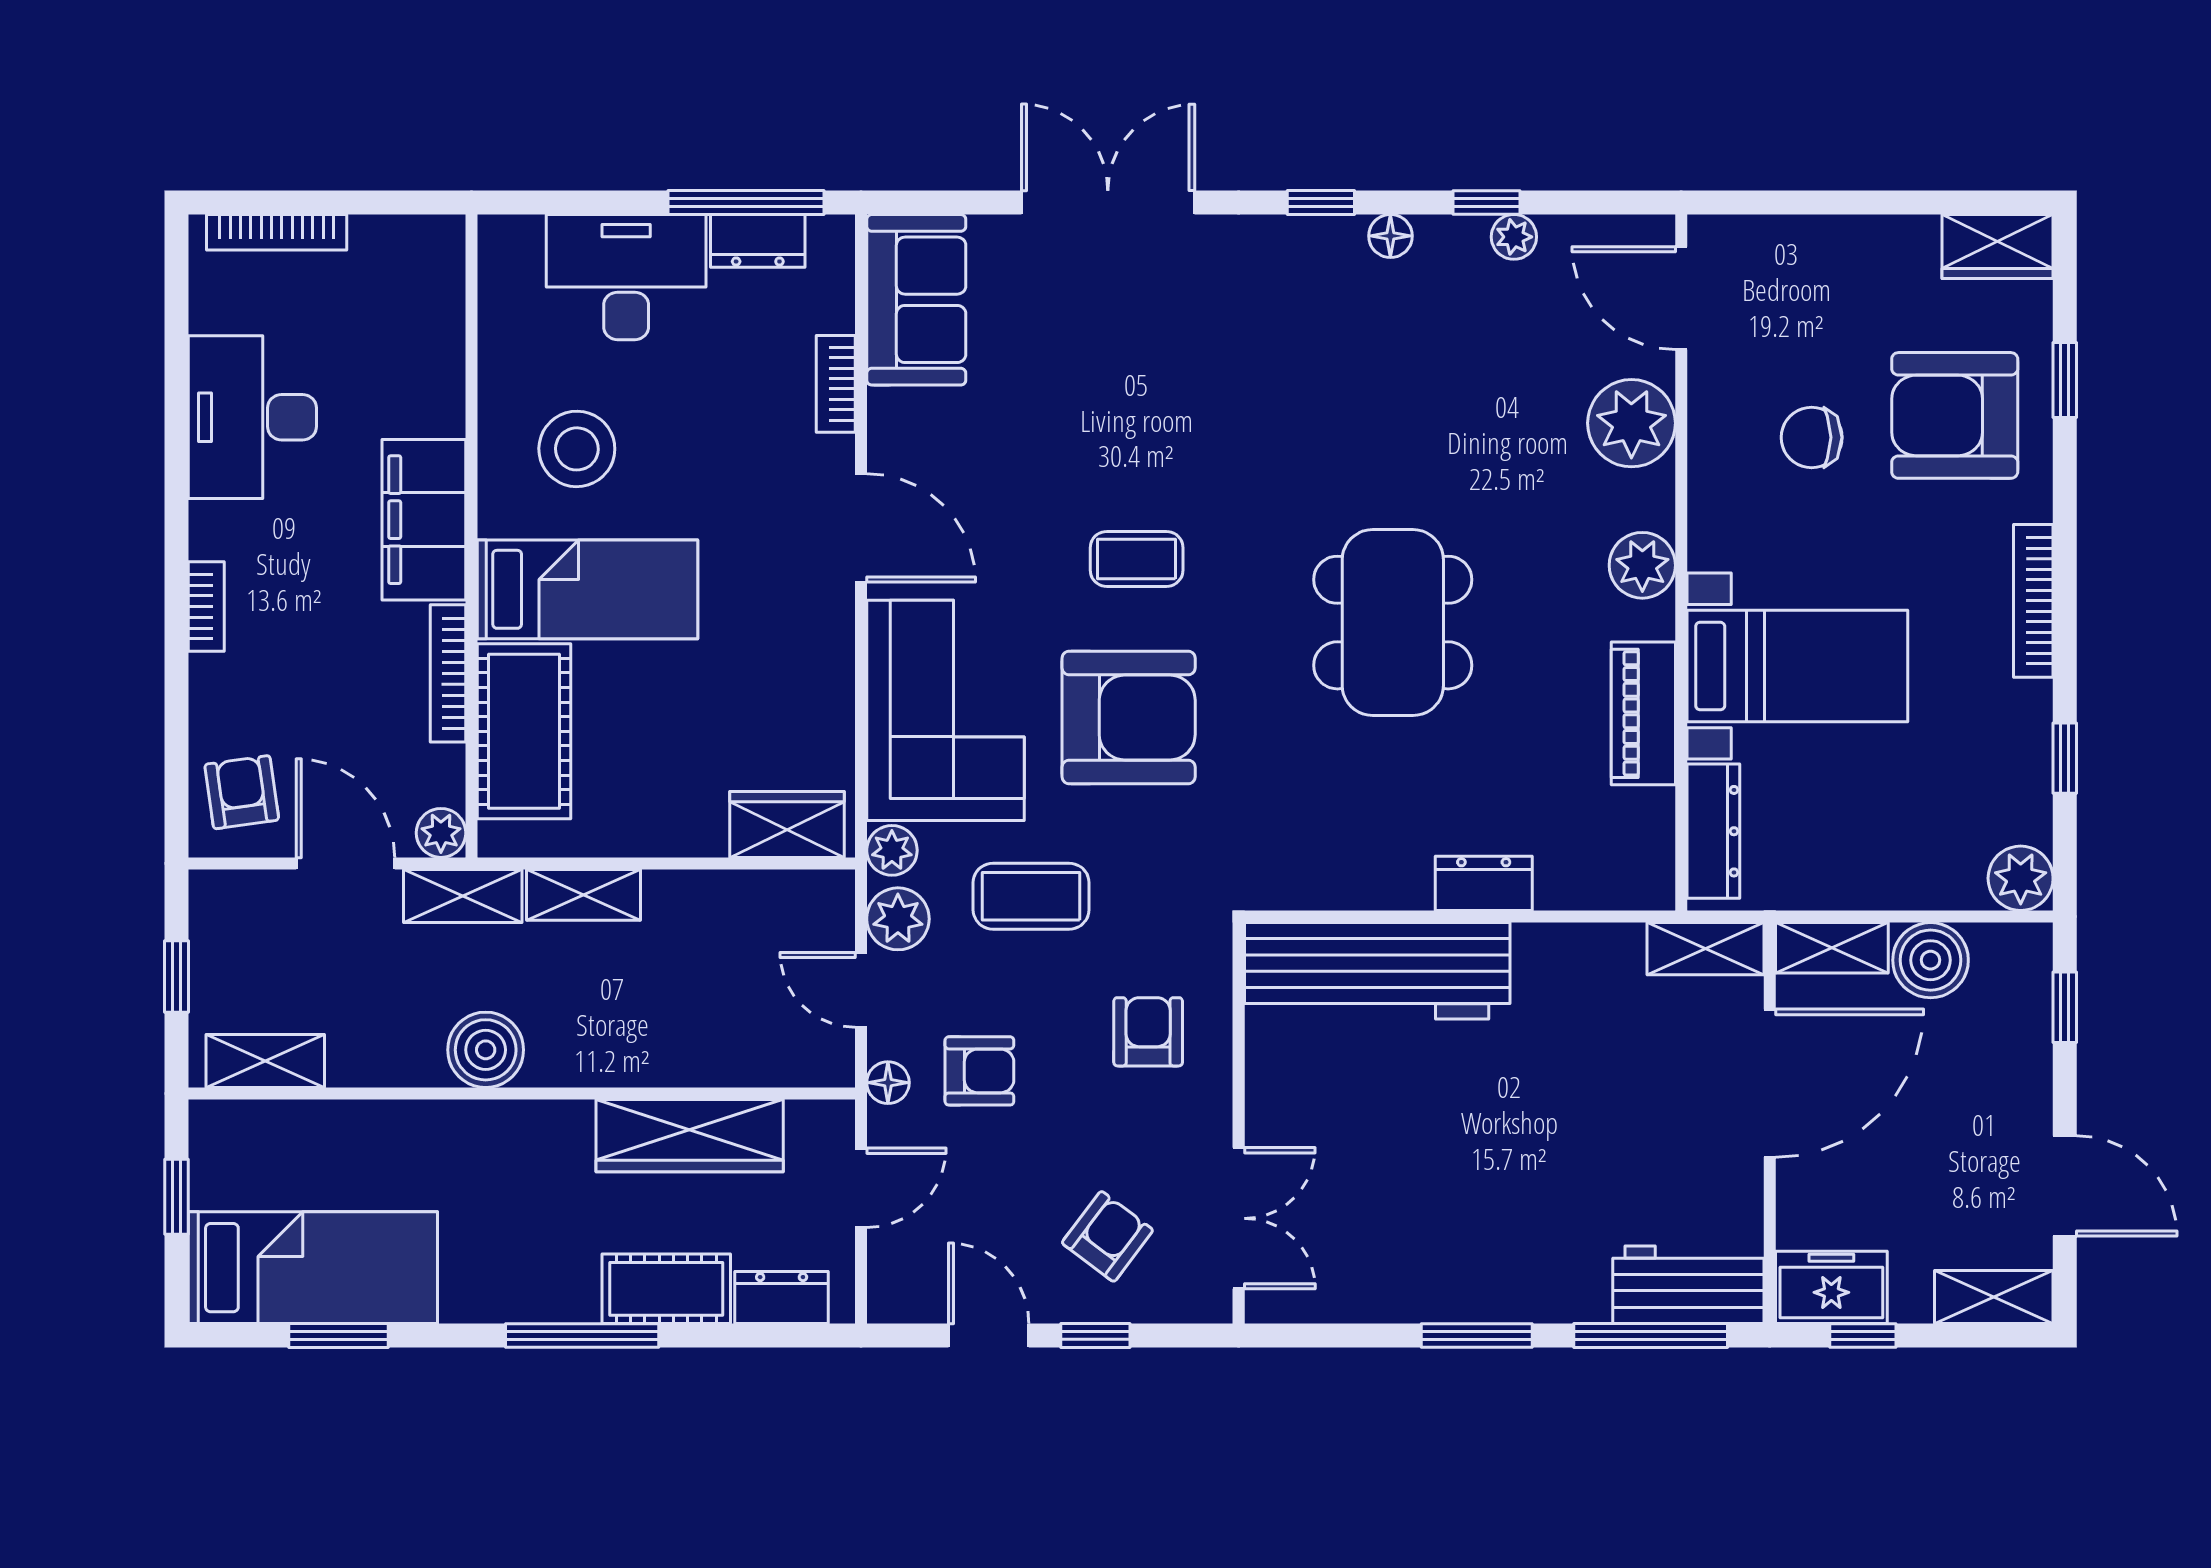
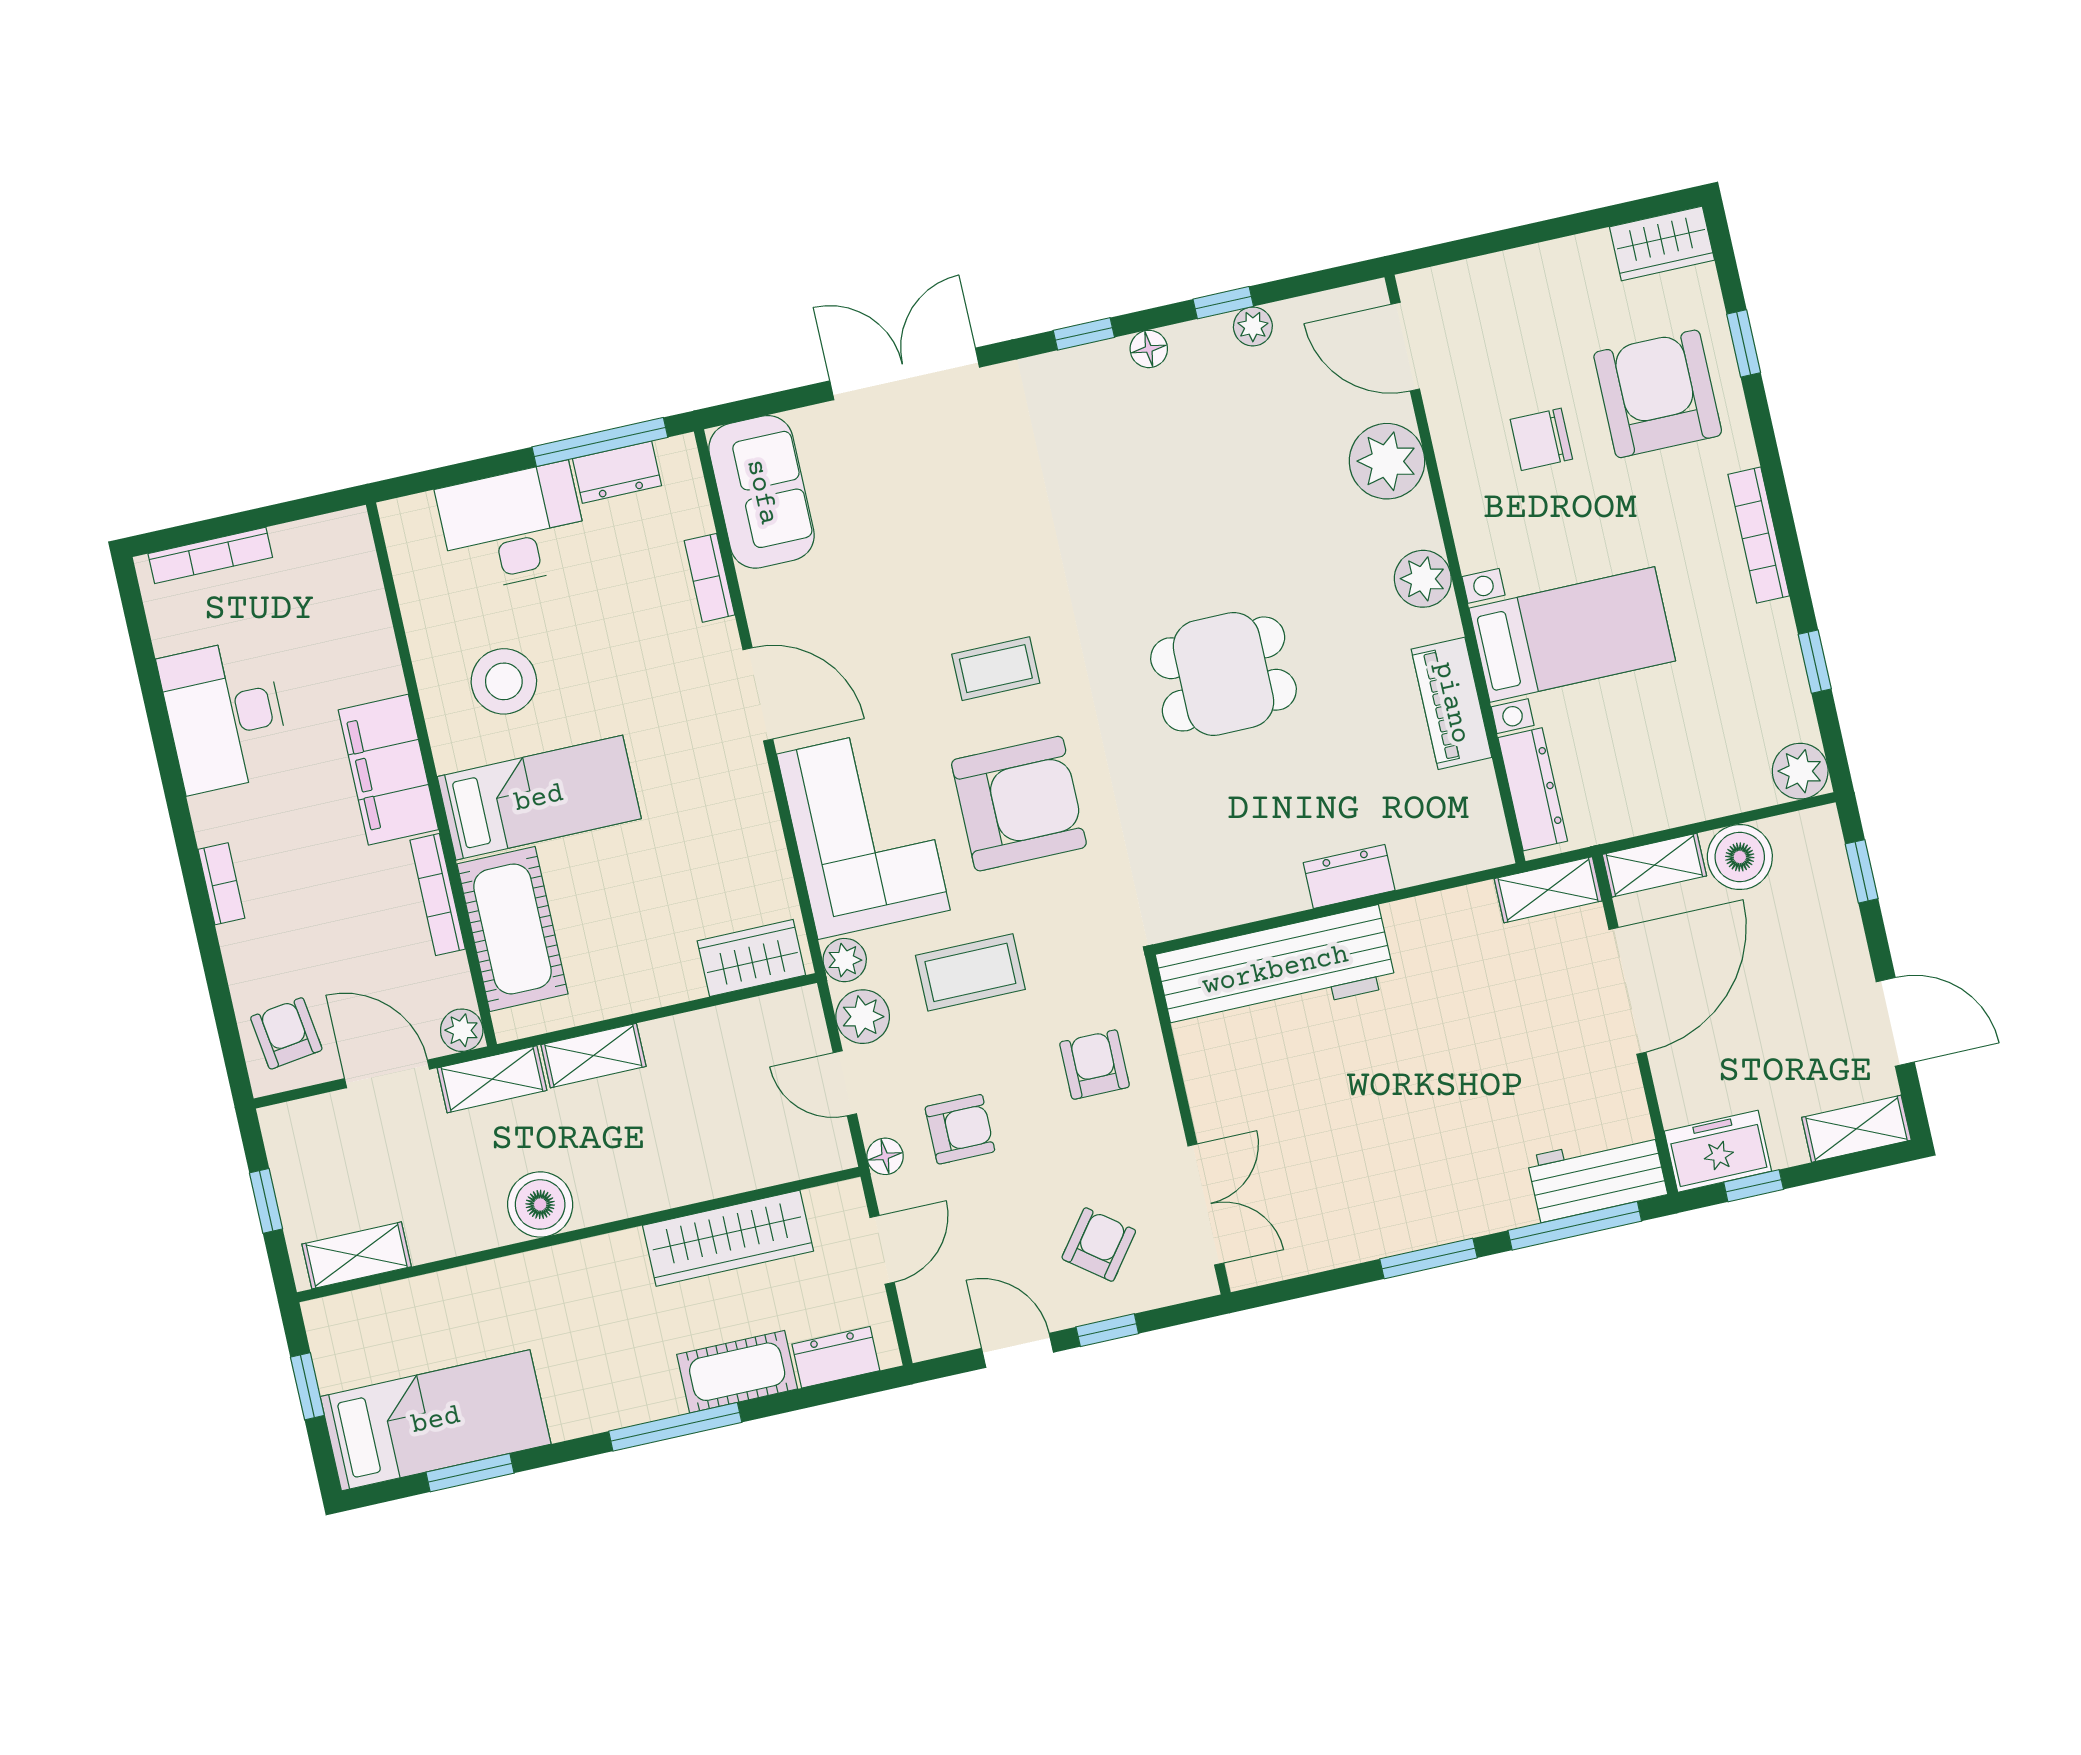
armchair: (1955, 415) -> (1658, 394), turned 90
dining table: (1393, 623) -> (1224, 674), width x0.73

